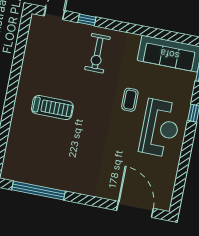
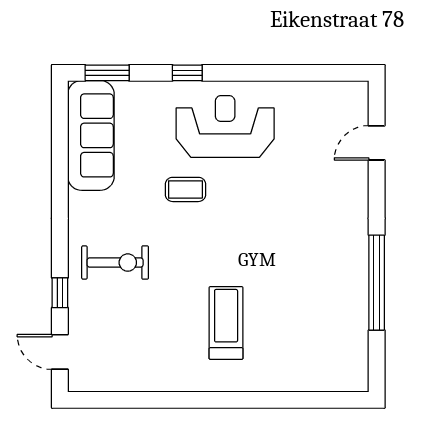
window: (39, 190) -> (377, 283), moved
door: (135, 209) -> (377, 143), width x0.53

